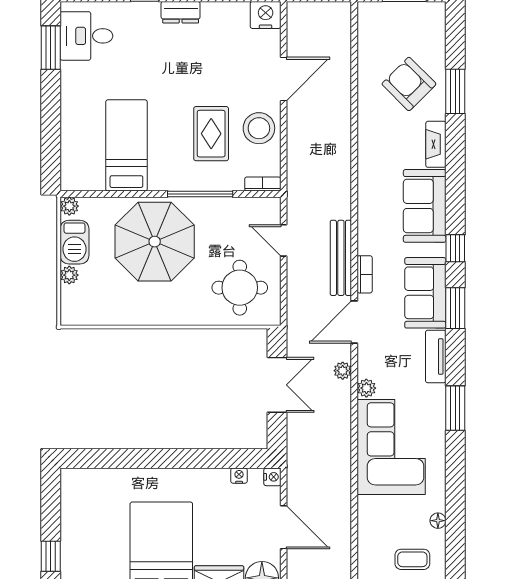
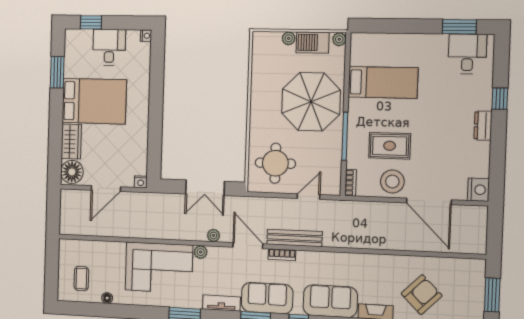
door: (284, 79) -> (429, 201), width x1.36
nightstand: (239, 476) -> (146, 36), moved
desk: (85, 528) -> (109, 47), added

